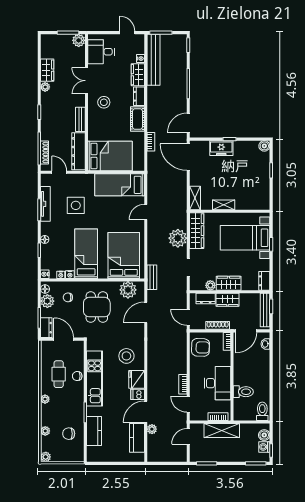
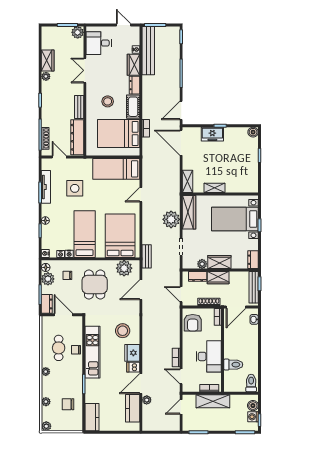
stool: (104, 102) -> (108, 101), moved
bed: (110, 156) -> (119, 133), moved, turned 180
armchair: (201, 347) -> (193, 323), turned 88
kitchen counter: (94, 431) -> (92, 417), moved

